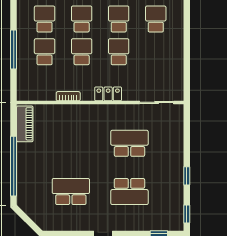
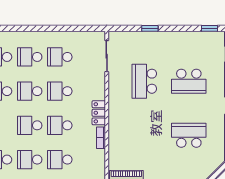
school desk: (156, 52) -> (60, 57), added
locker: (108, 94) -> (99, 113), moved
window: (187, 176) -> (150, 28), moved
school desk: (71, 192) -> (189, 135), turned 90
school desk: (129, 192) -> (189, 81), turned 90

